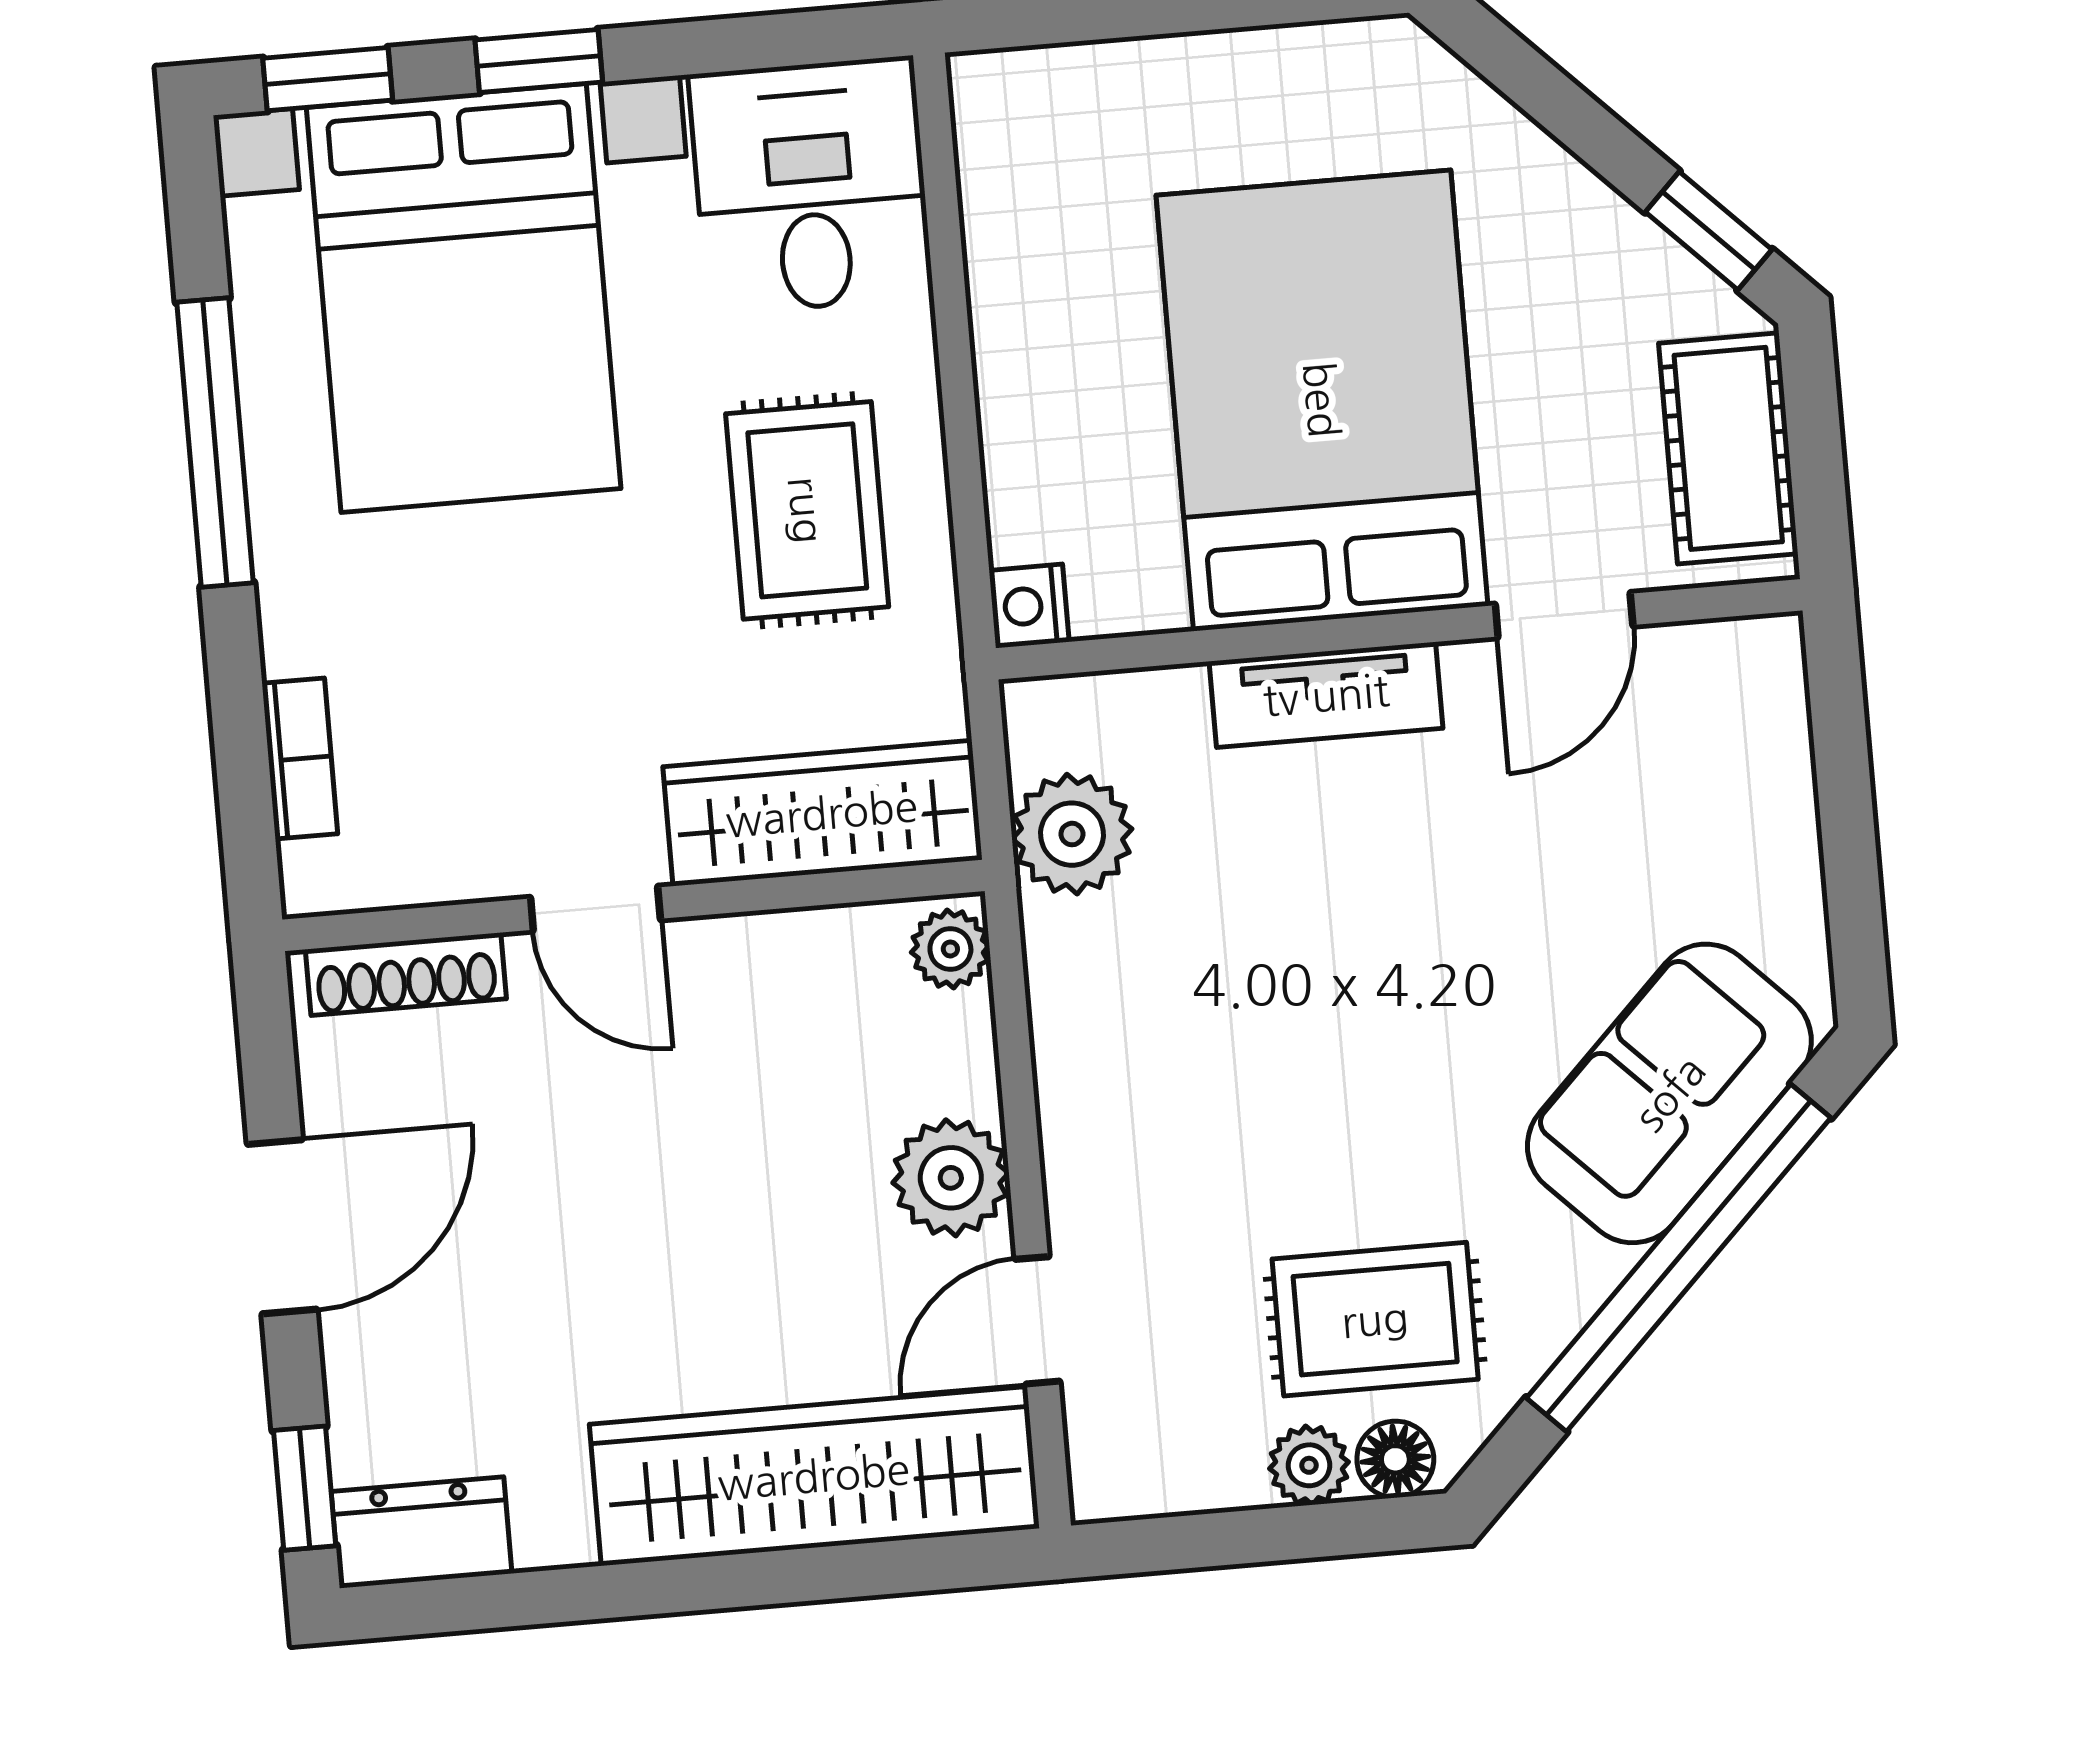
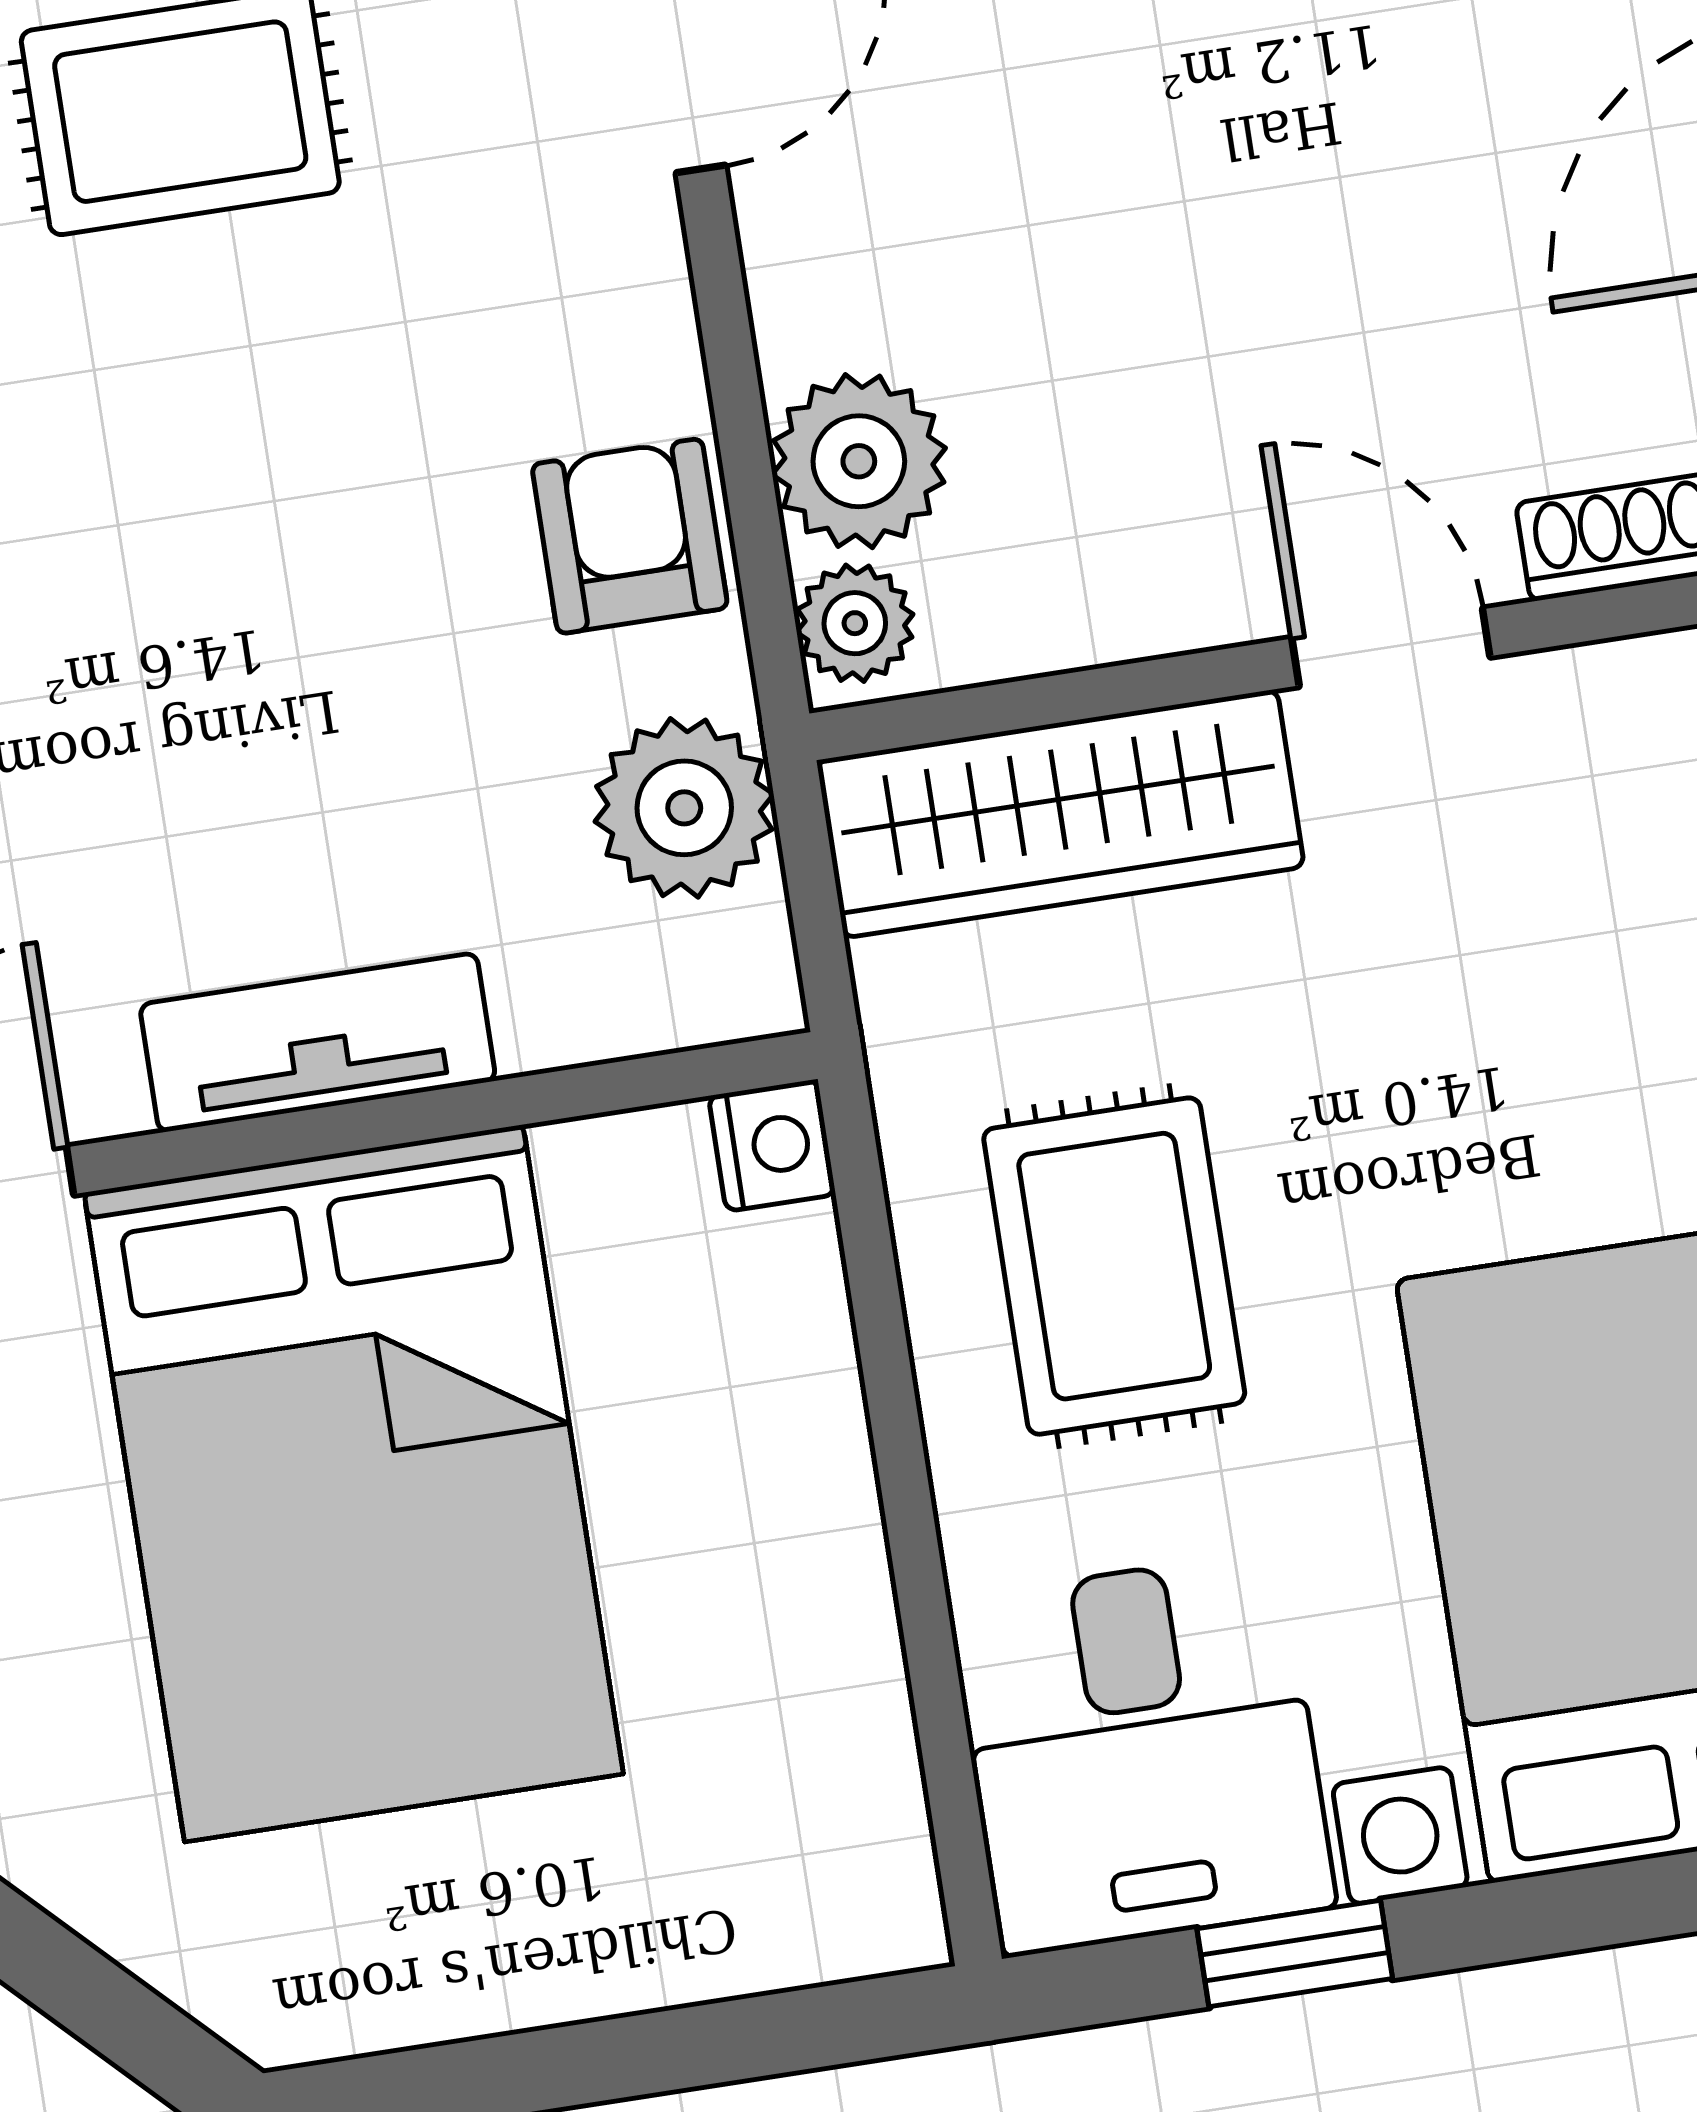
window: (539, 61) -> (1295, 1954), moved
armchair: (1096, 1017) -> (630, 536), added
plant: (951, 1178) -> (859, 461), moved

